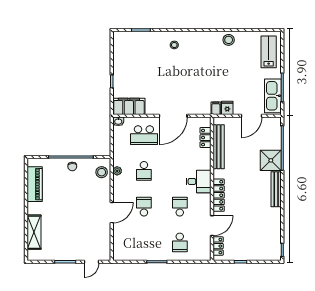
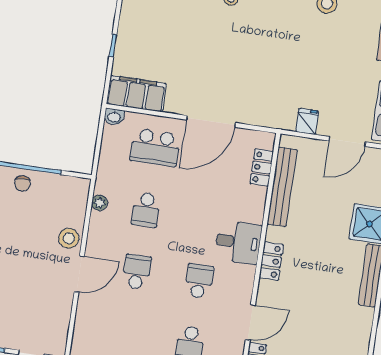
filing cabinet: (216, 108) -> (287, 119), removed
stool: (102, 172) -> (69, 238), moved
locker: (219, 195) -> (271, 261), width x0.66

